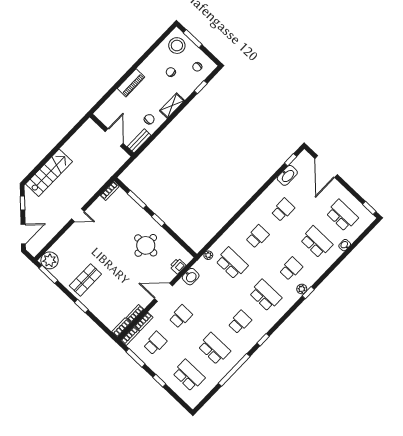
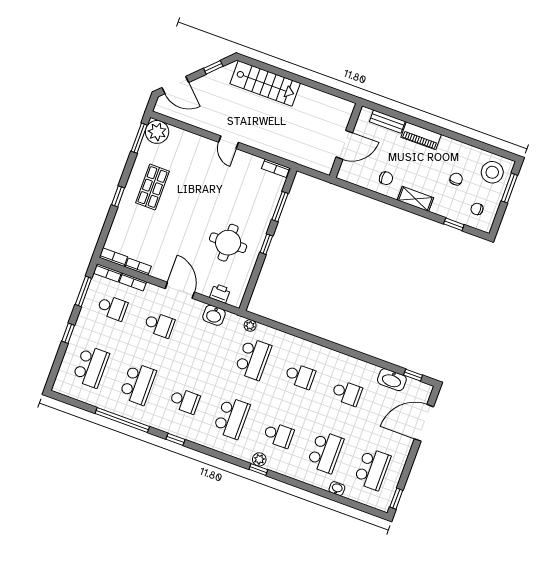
bench: (139, 141) -> (387, 121), moved
shop shelf: (85, 280) -> (152, 187), turned 90

